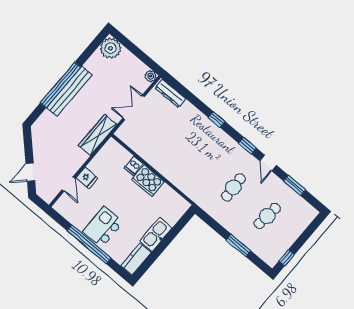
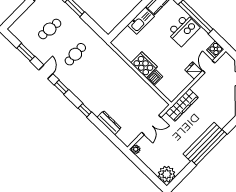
dresser: (170, 93) -> (109, 123), moved
cooker: (62, 206) -> (215, 50), added

